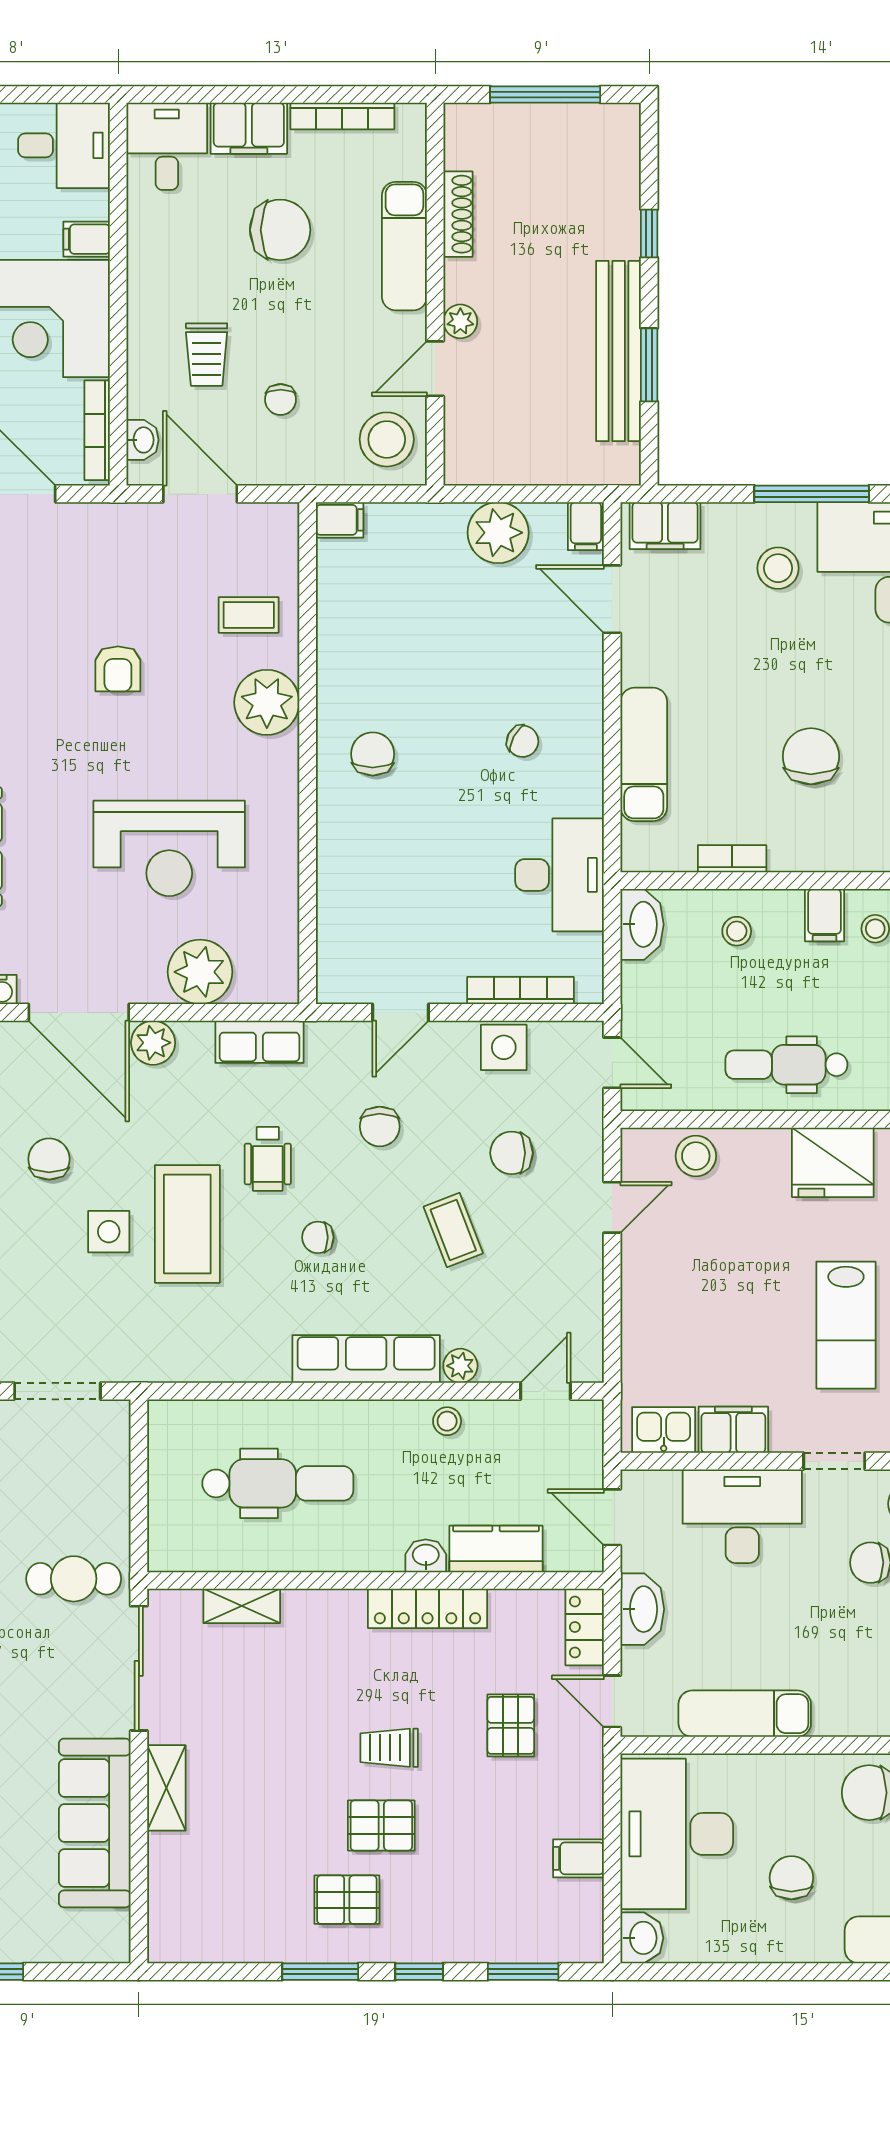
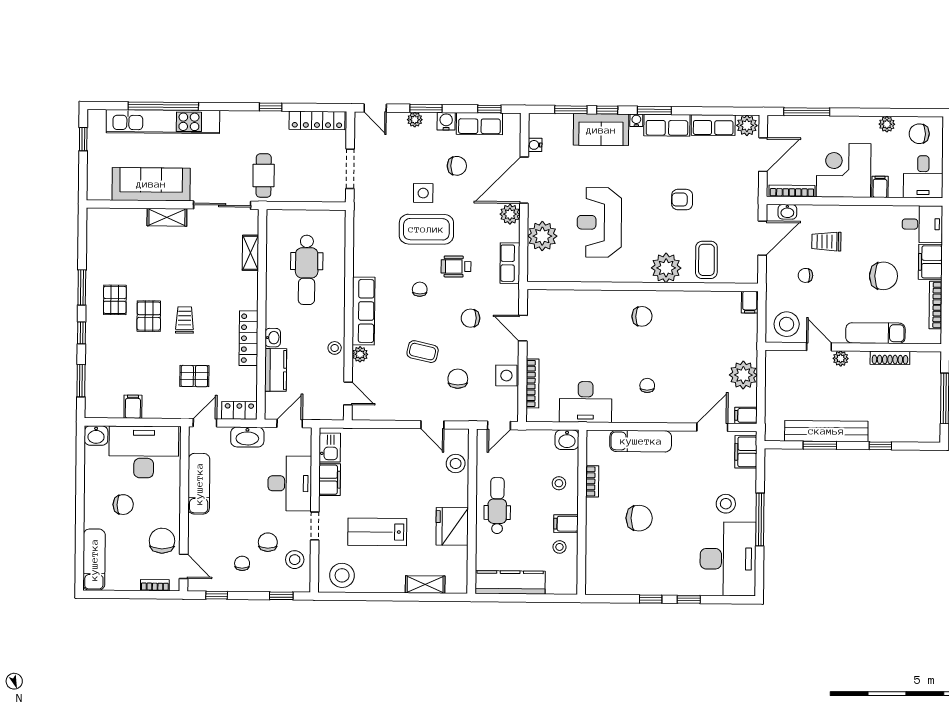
chair: (280, 230) -> (883, 276), turned -90
coffee table: (249, 615) -> (706, 260), width x1.36, depth x1.30
chair: (523, 741) -> (647, 385), turned 152
washbasin: (642, 924) -> (567, 440), width x0.72
coffee table: (453, 1230) -> (423, 352), turned 34

